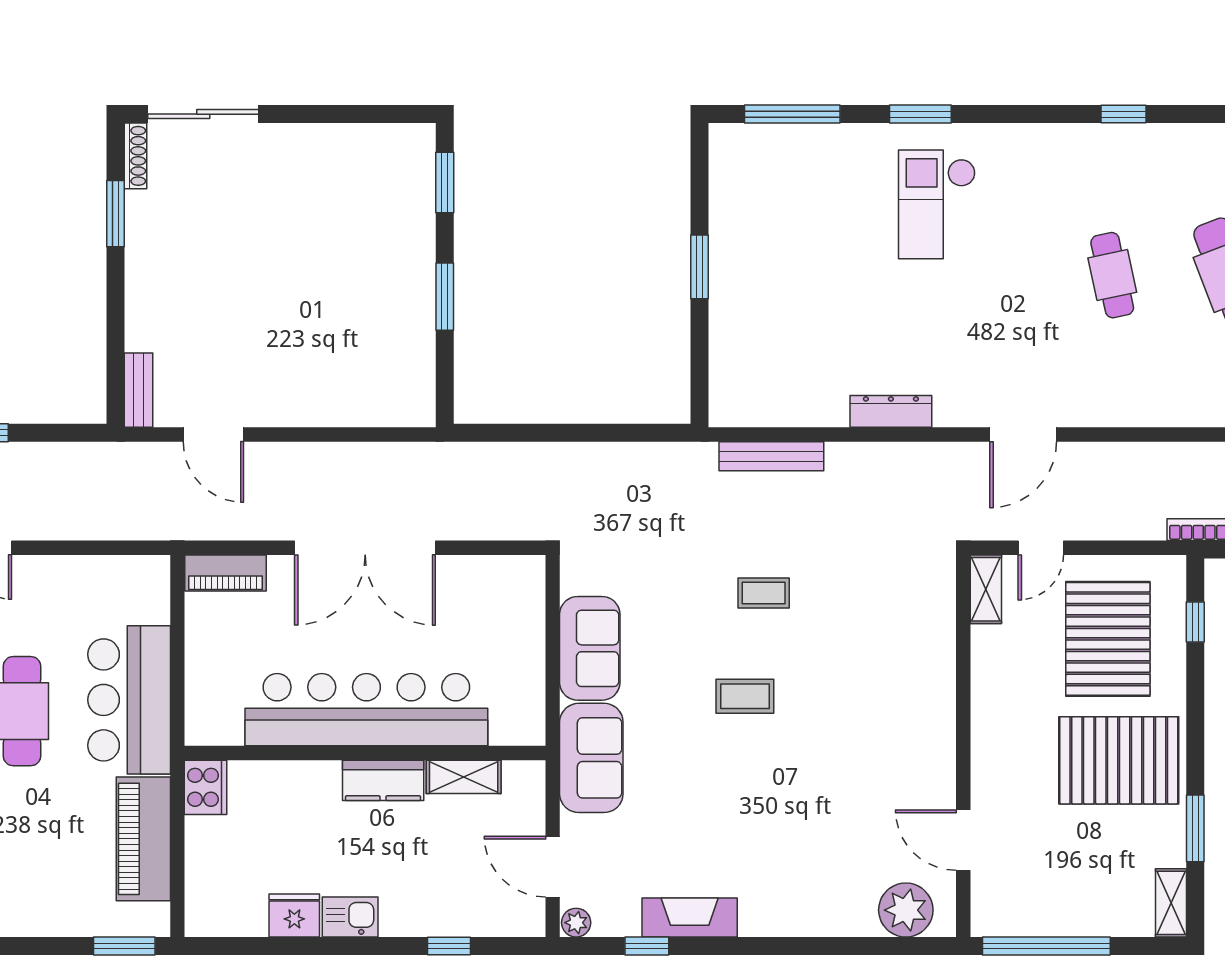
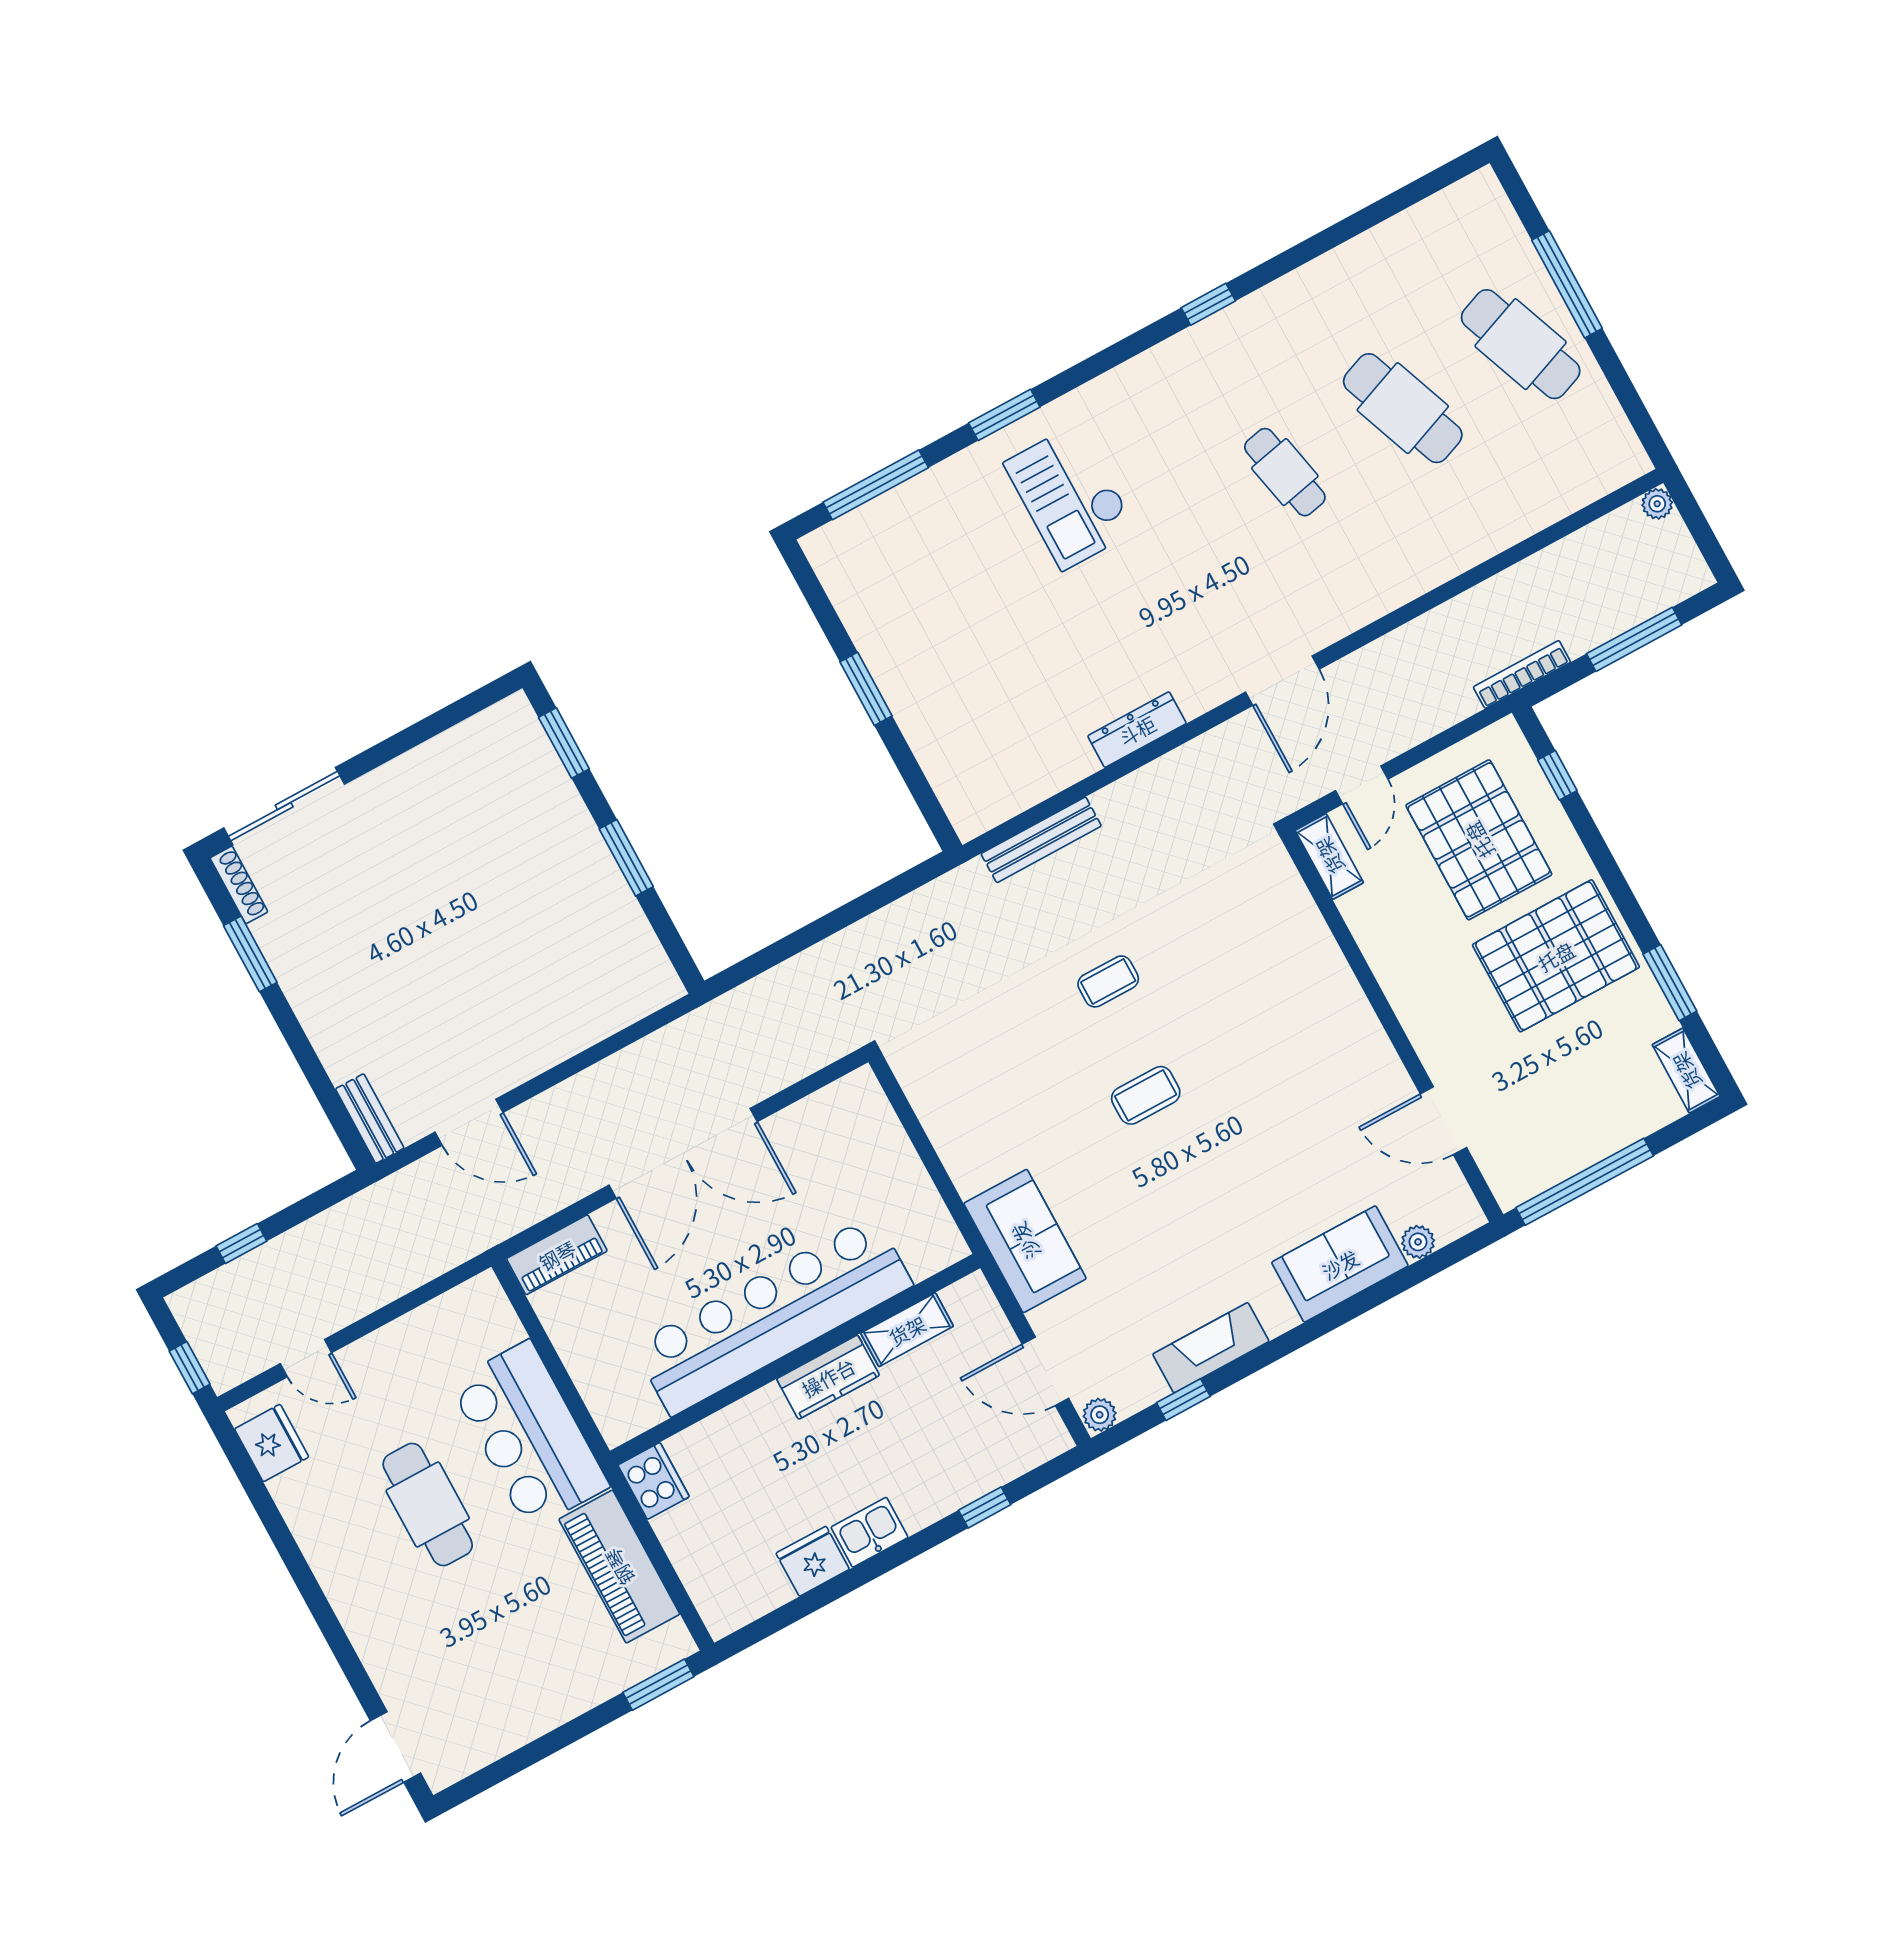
sofa: (590, 648) -> (1340, 1264), moved, turned -90
plant: (906, 910) -> (1418, 1242), width x0.53, depth x0.53

